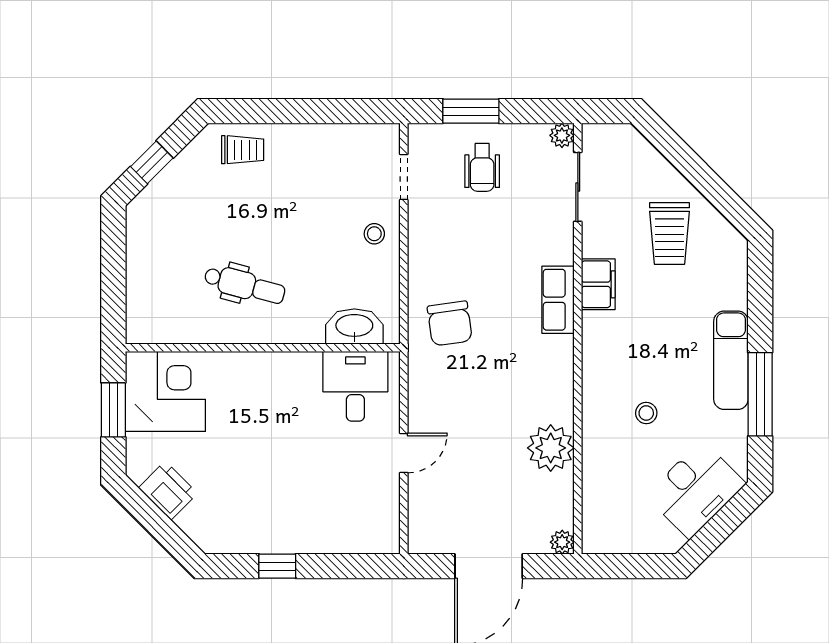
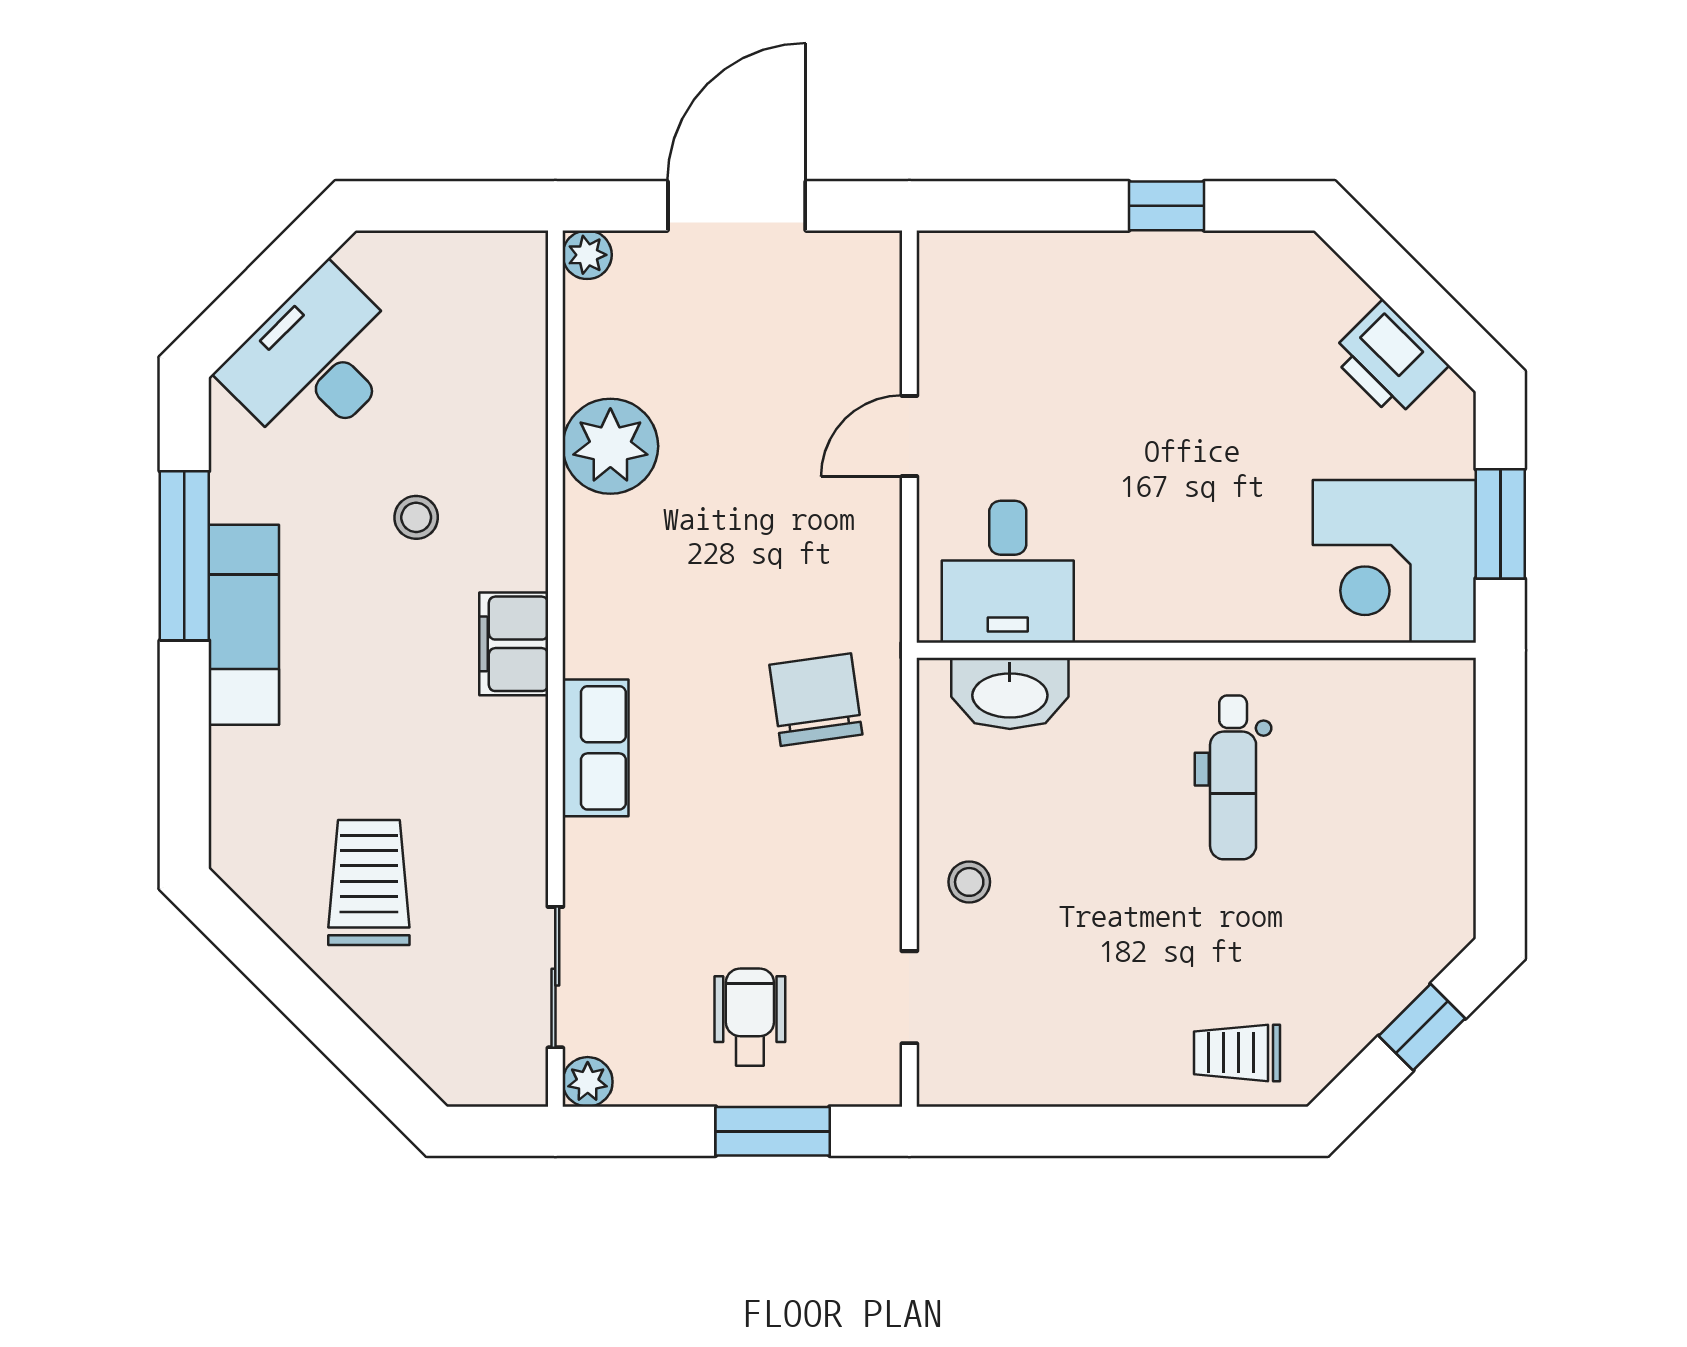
filing cabinet: (598, 284) -> (514, 644), moved
dental chair: (245, 285) -> (1233, 777), turned -105

